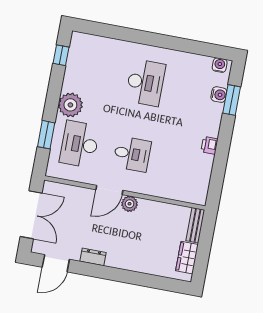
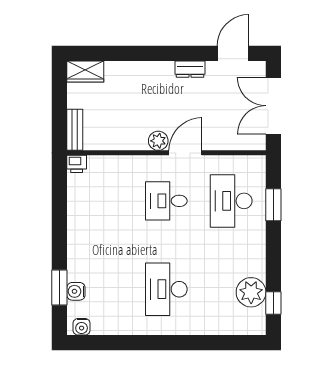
plant: (70, 105) -> (251, 292), moved
desk: (80, 144) -> (231, 201), turned 180
printer: (209, 145) -> (77, 164), moved, turned 90
wardrobe: (187, 258) -> (85, 71), moved, turned 90

